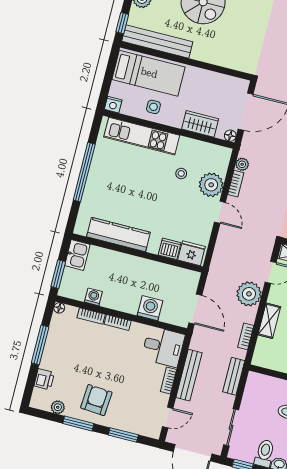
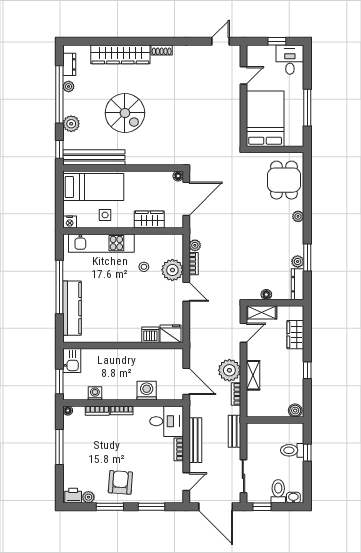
floor lamp: (230, 136) -> (178, 176), moved
kitchen counter: (119, 234) -> (72, 308), moved, turned 90
plant: (249, 294) -> (229, 370), moved
printer: (44, 379) -> (73, 496), moved, turned -90

